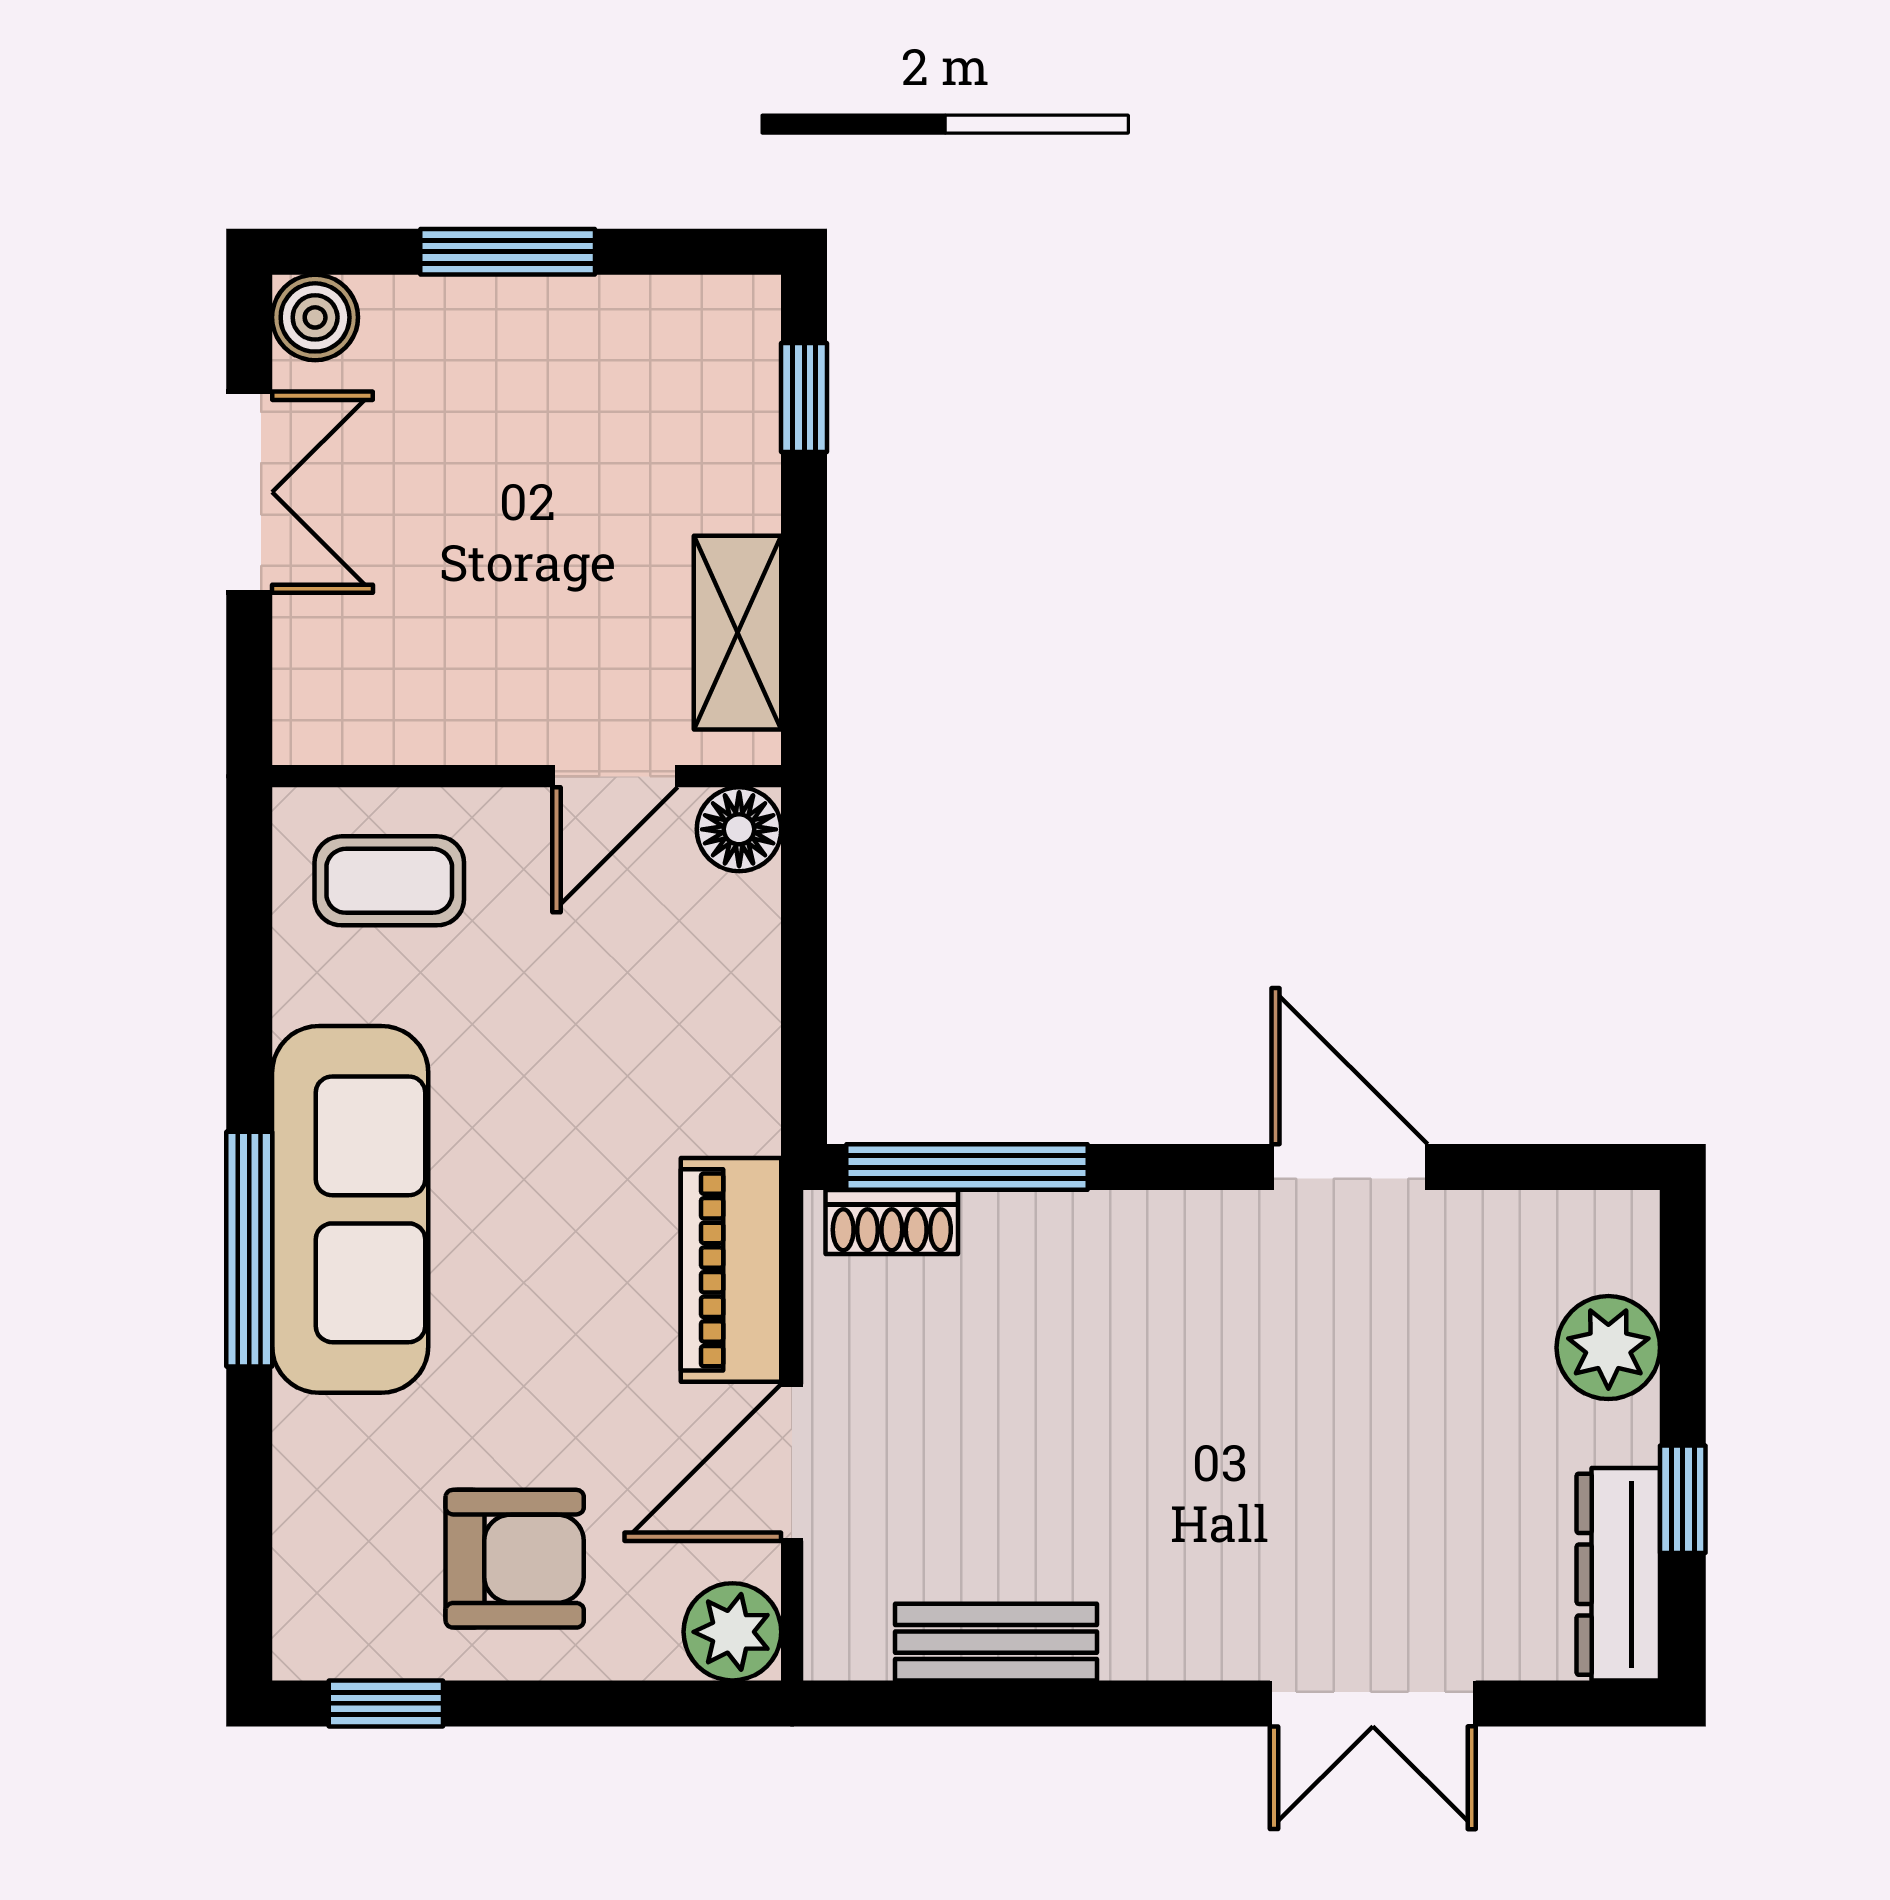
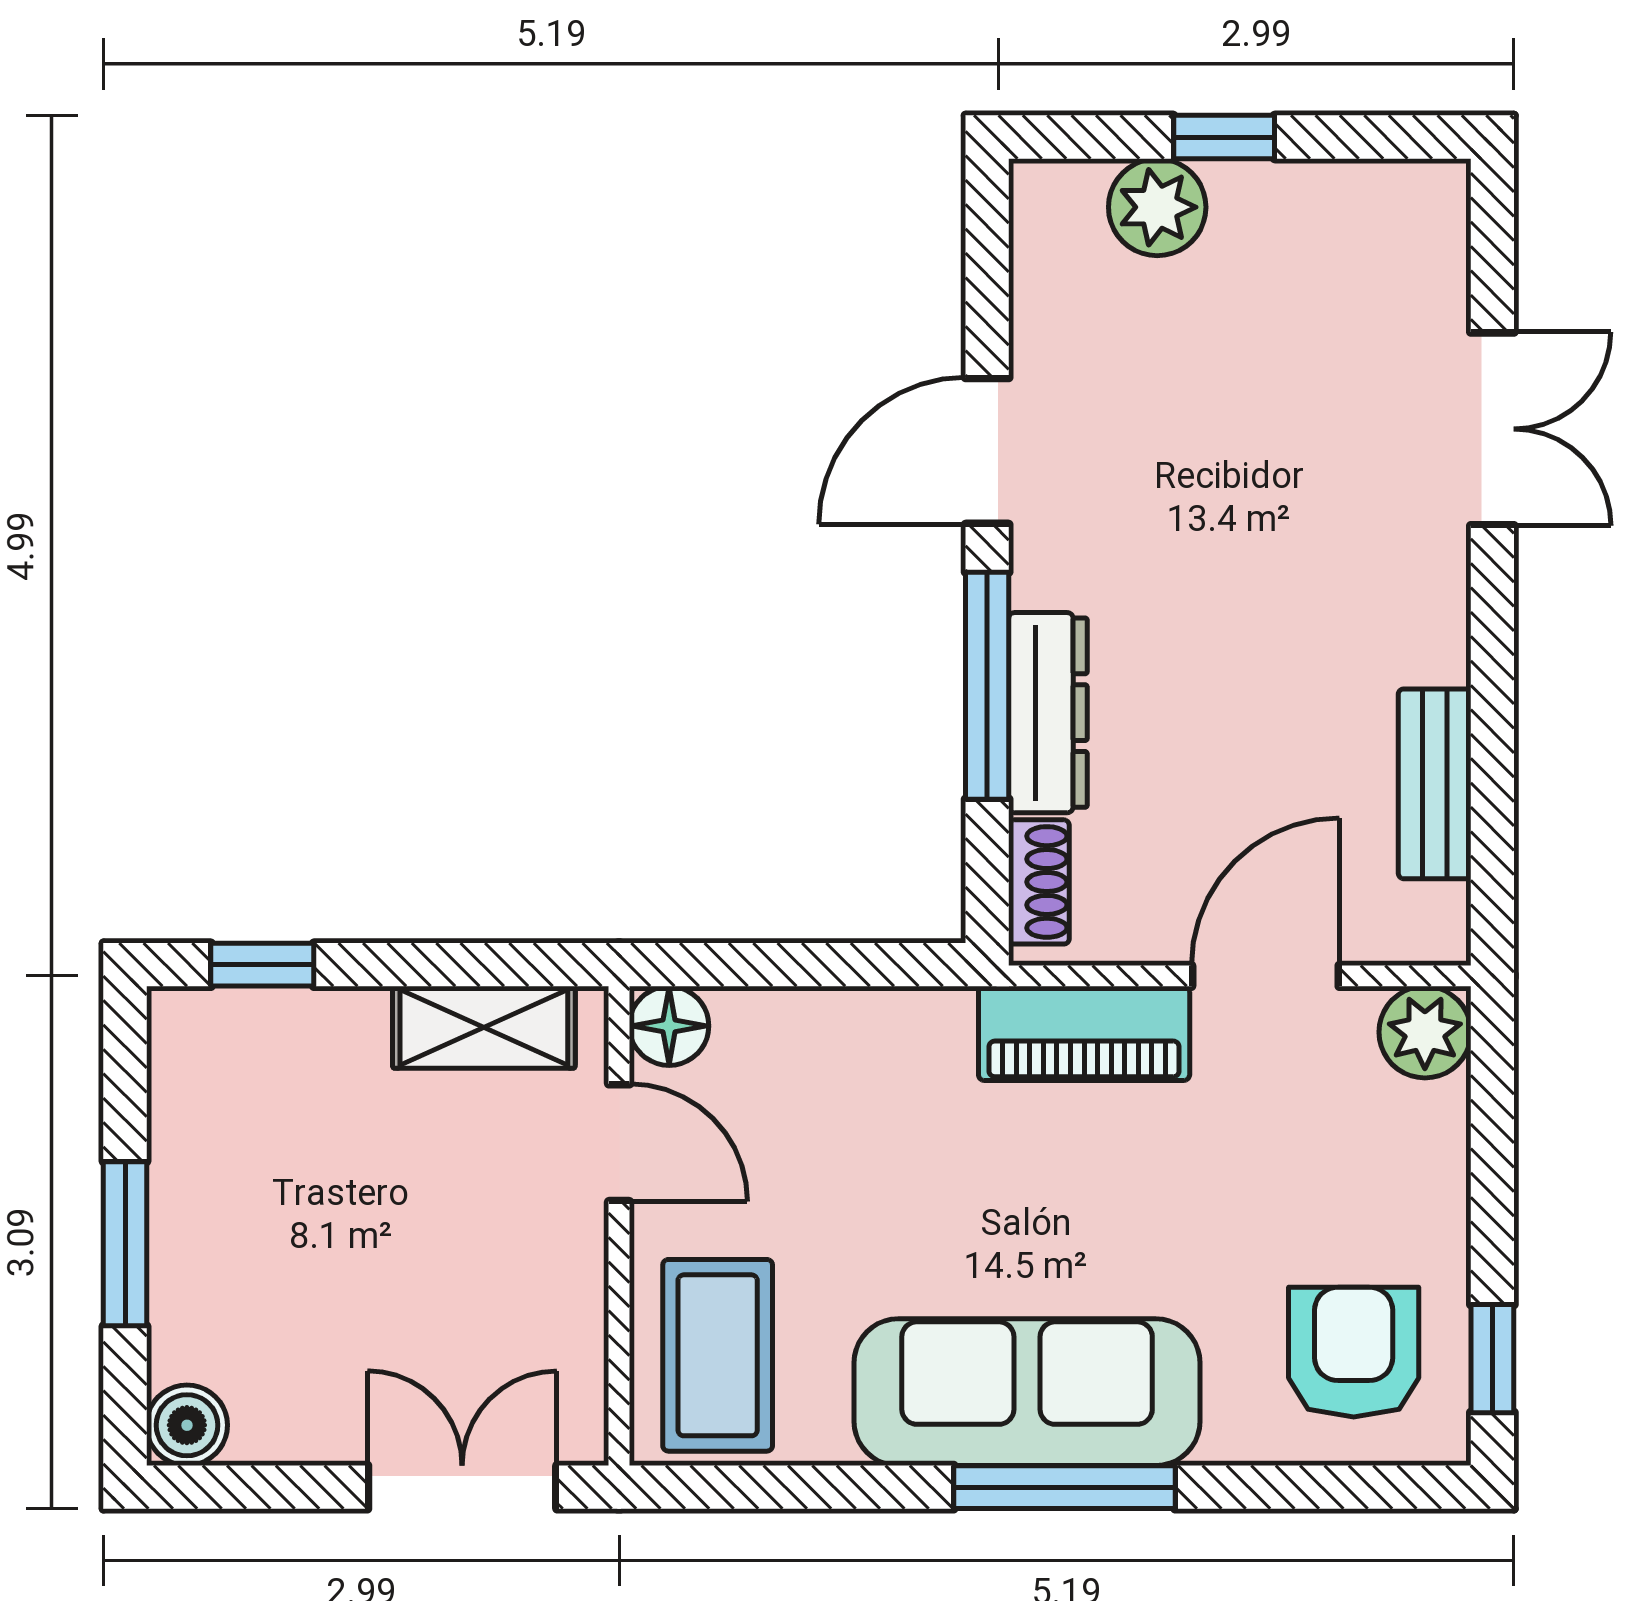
double door: (249, 492) -> (462, 1487), moved
coffee table: (389, 881) -> (718, 1355), width x1.36, depth x1.30
window: (967, 1167) -> (987, 686), moved
door: (792, 1462) -> (1265, 976), swing flipped
window: (1683, 1499) -> (1224, 137), moved
armchair: (515, 1559) -> (1354, 1352), moved
dresser: (1618, 1574) -> (1048, 713), moved, turned -90

